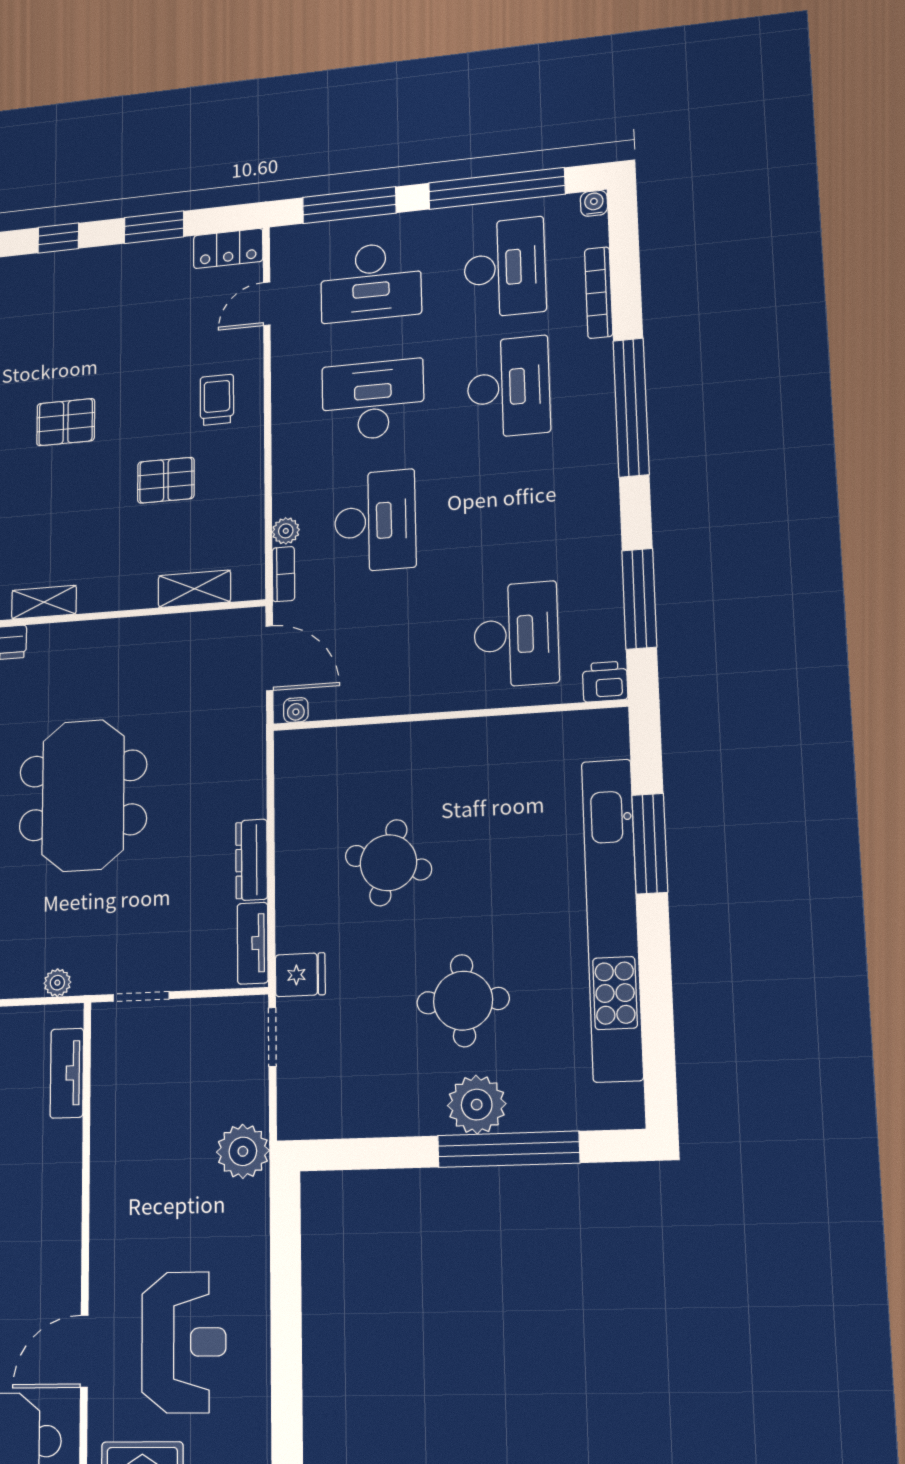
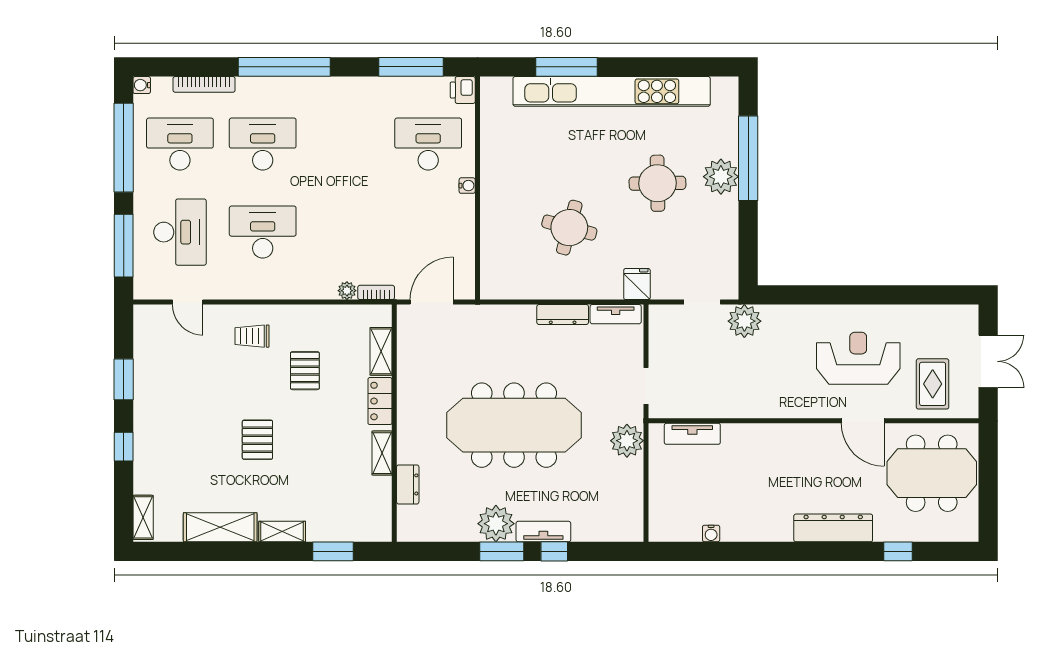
locker: (228, 248) -> (380, 401), moved, turned 180
desk: (373, 400) -> (263, 232), turned 90
desk: (375, 521) -> (345, 232), removed
water cooler: (296, 710) -> (467, 186), moved
meeting table: (83, 795) -> (514, 425), width x1.36
plant: (57, 983) -> (627, 441), width x1.88, depth x1.88
doorway: (272, 1037) -> (702, 302), moved

